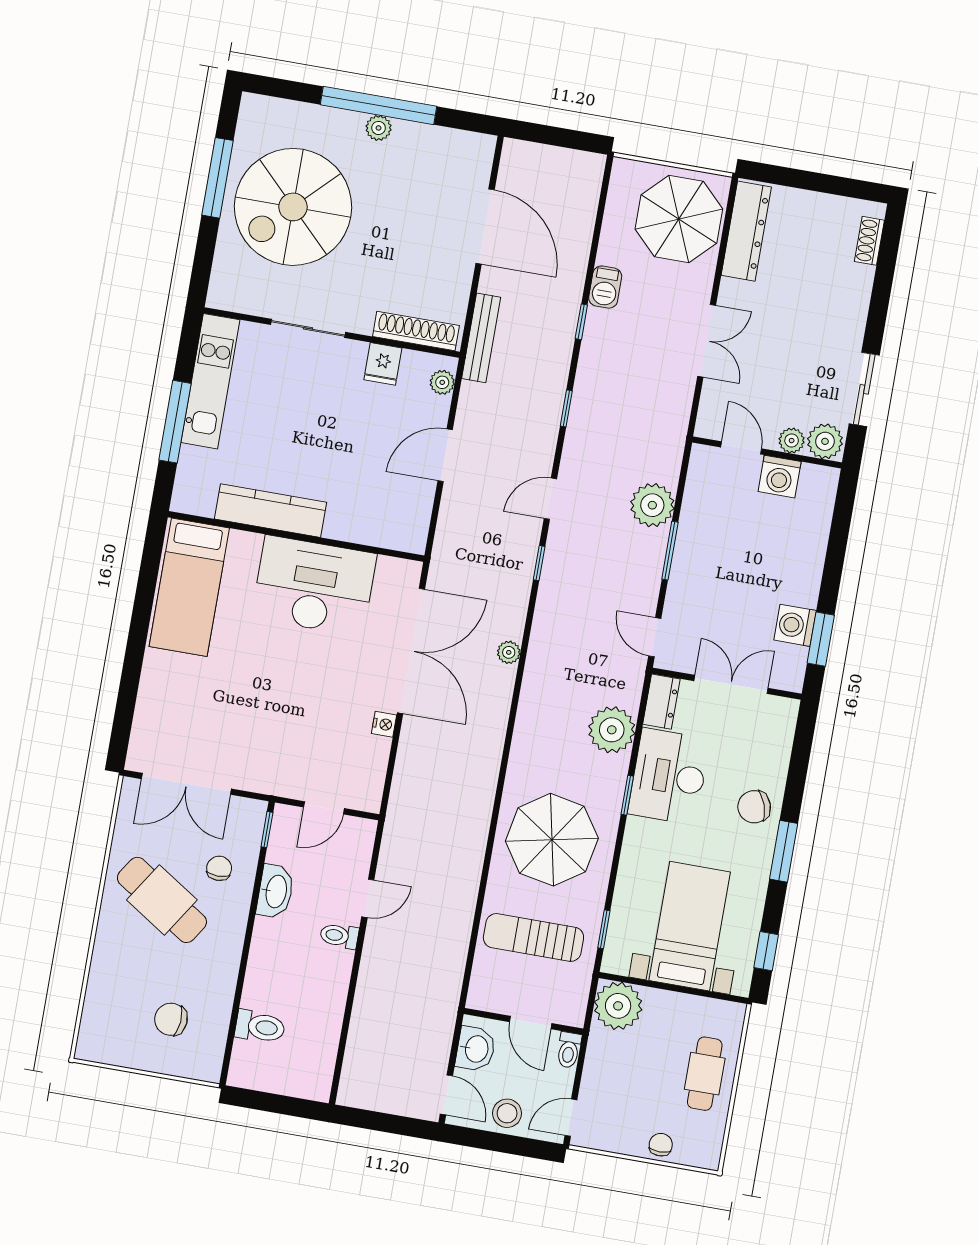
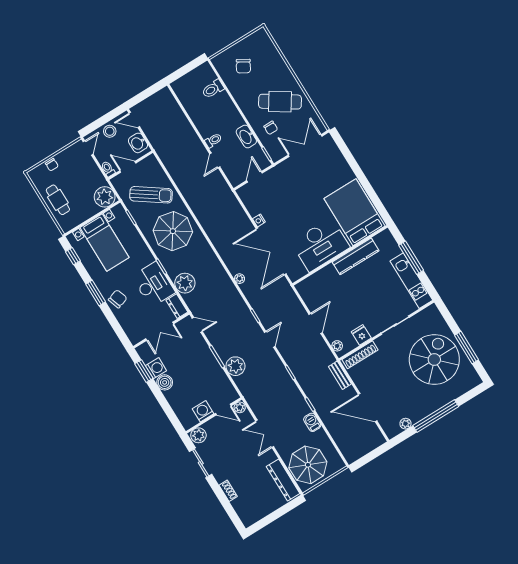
plant: (379, 128) -> (405, 424), moved
shoe rack: (869, 241) -> (228, 491), moved
bench: (481, 338) -> (340, 375), width x0.73
plant: (792, 441) -> (240, 407), moved
bed: (189, 587) -> (354, 212), width x1.50
boiler: (802, 587) -> (165, 382), added
sun lounger: (533, 937) -> (151, 195), turned 35
chair: (171, 1019) -> (243, 66), turned 115

